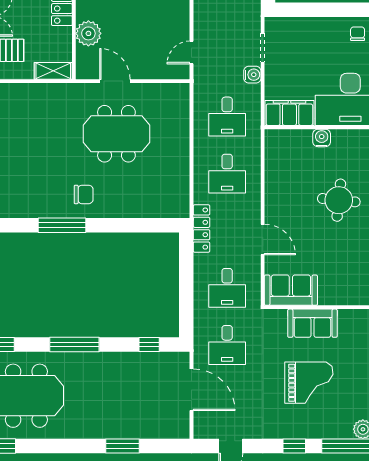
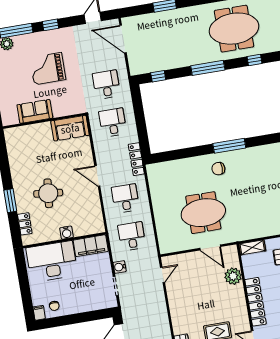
door: (263, 239) -> (97, 176), moved
sofa: (312, 323) -> (35, 111), moved
door: (191, 390) -> (123, 39), moved

